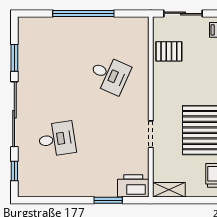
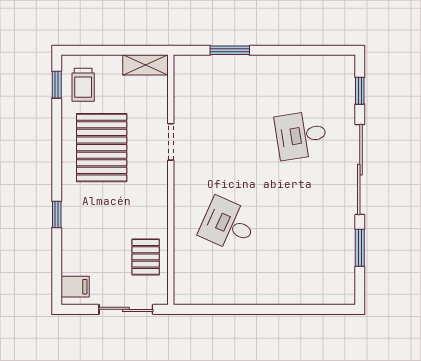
window: (83, 13) -> (264, 309), removed
pallet: (169, 51) -> (146, 257), turned 90
printer: (133, 186) -> (195, 70), removed

